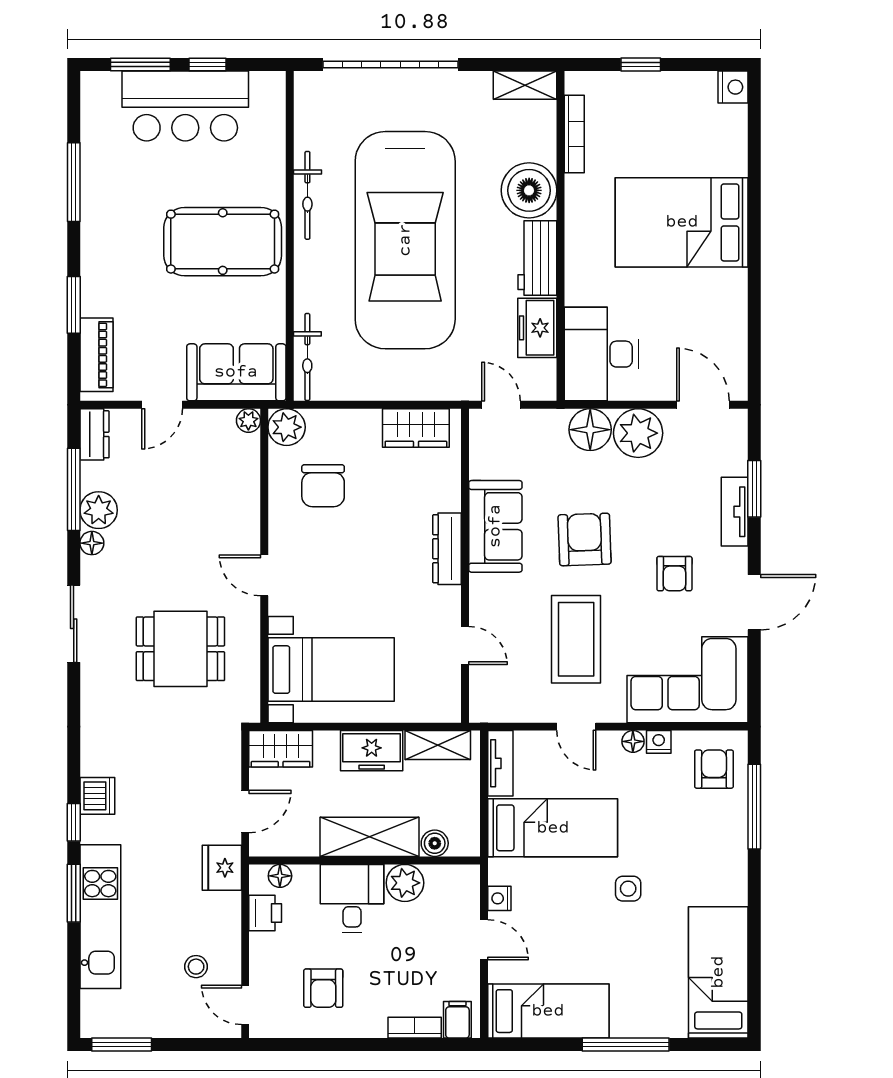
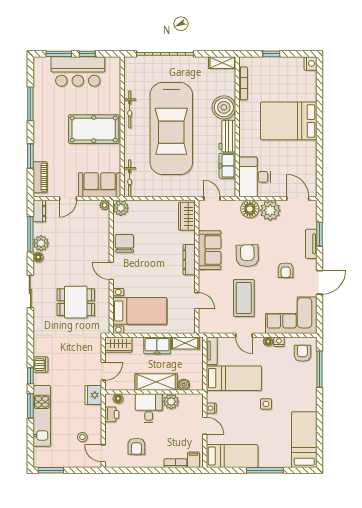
wardrobe: (416, 428) -> (187, 216), moved, turned 90
chair: (323, 486) -> (124, 243), moved, turned 180

